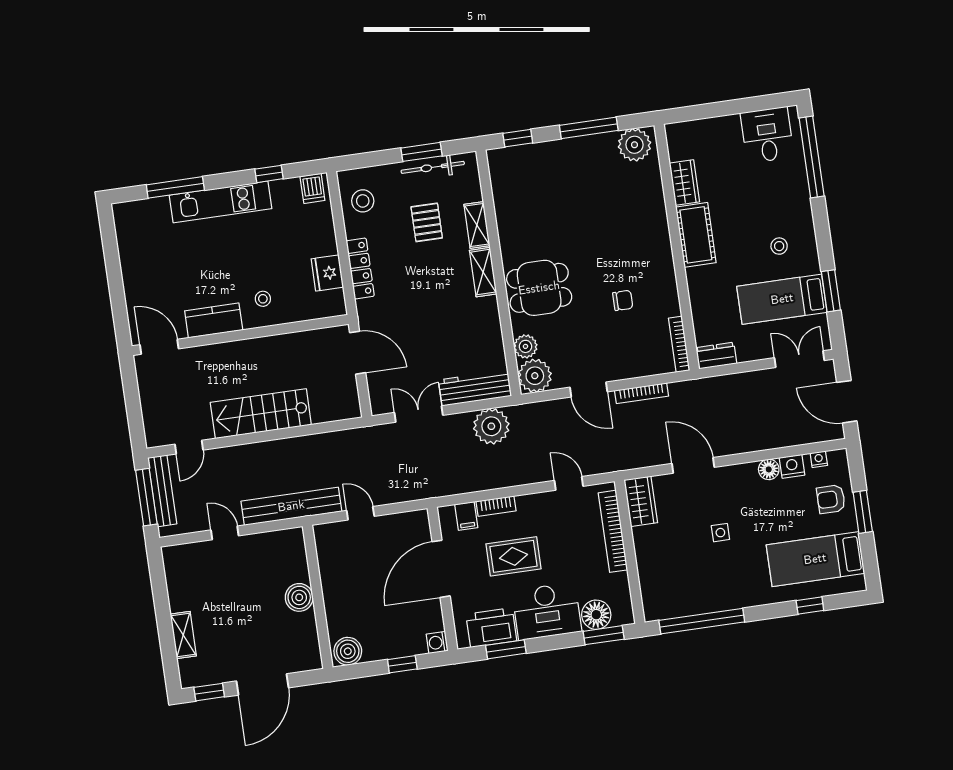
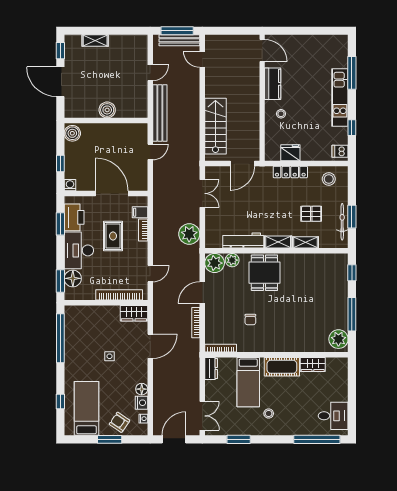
bed: (782, 299) -> (248, 382), moved, turned 180
door: (159, 347) -> (262, 51), hinge flipped
workbench: (475, 388) -> (243, 240), moved, turned -90
stairs: (261, 414) -> (215, 126), moved
armchair: (831, 499) -> (119, 422), turned -56

